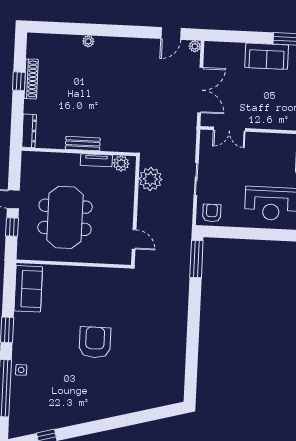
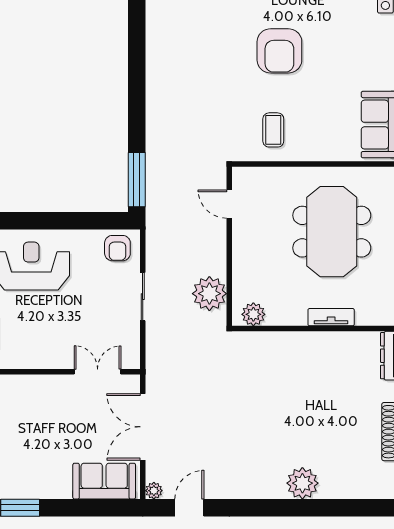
plant: (88, 41) -> (302, 483), width x1.88, depth x1.88
sofa: (267, 56) -> (104, 481), moved
bench: (83, 144) -> (311, 341), removed
tv unit: (96, 160) -> (331, 317), moved
coffee table: (102, 289) -> (273, 130), added

